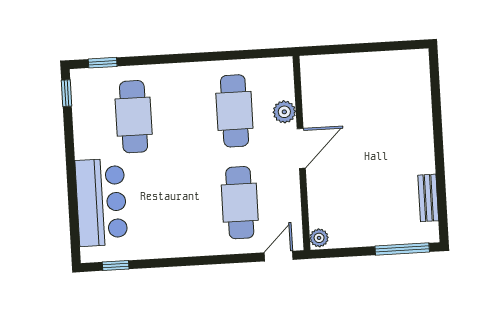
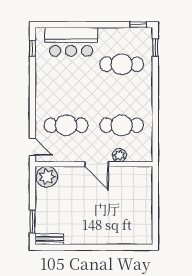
bench: (428, 198) -> (49, 239), moved
plant: (319, 238) -> (47, 177), width x1.88, depth x1.88
window: (402, 249) -> (32, 222), width x0.69

